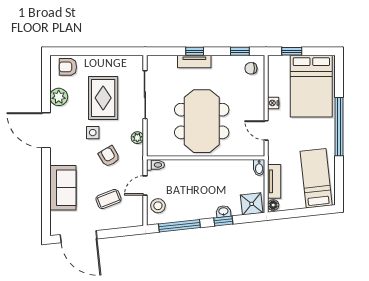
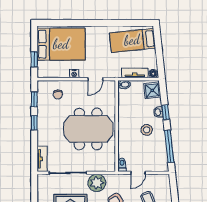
window: (195, 51) -> (34, 123), moved
tv unit: (194, 61) -> (42, 159), moved
chair: (251, 68) -> (58, 94), moved
window: (339, 127) -> (93, 23), removed
plant: (137, 138) -> (97, 183), width x1.88, depth x1.88
door: (145, 185) -> (138, 173), hinge flipped
stool: (158, 206) -> (147, 130), moved

